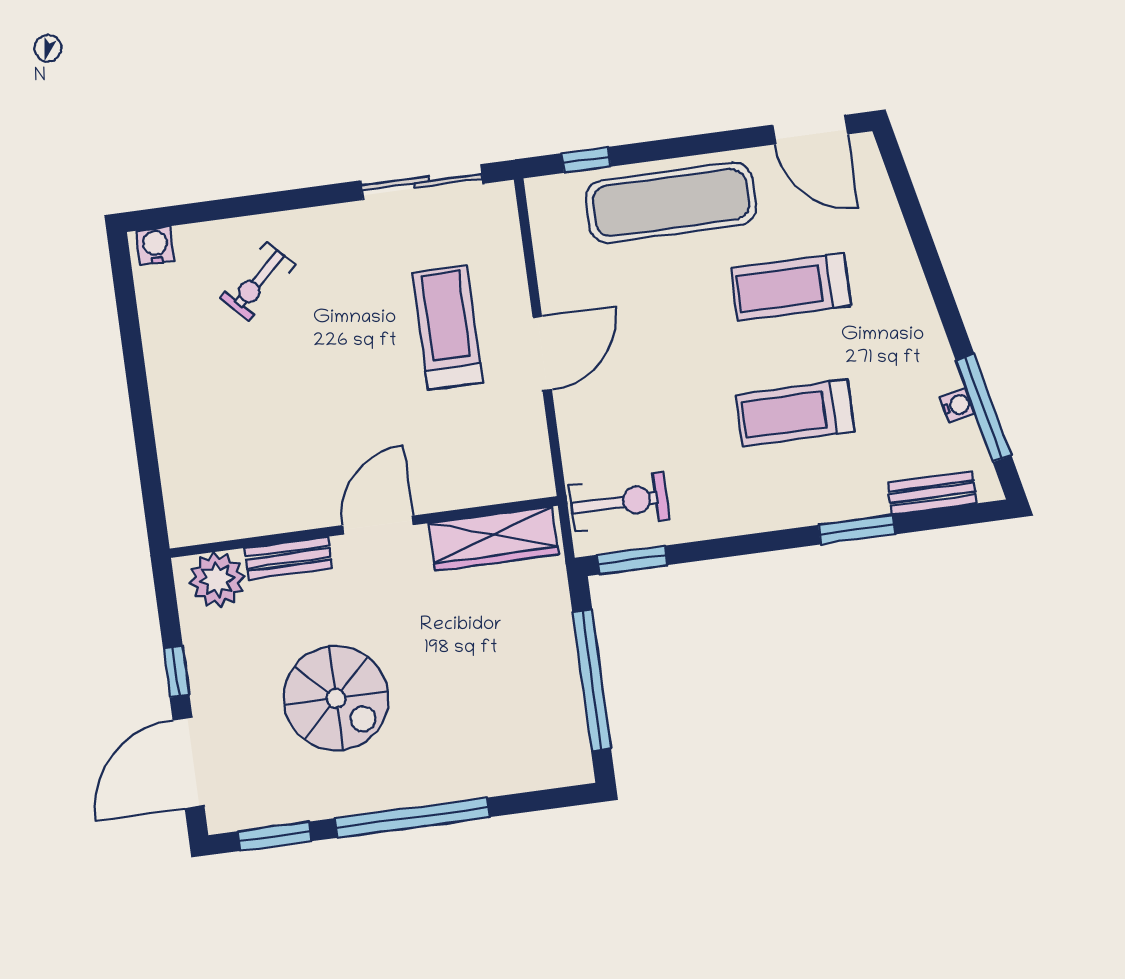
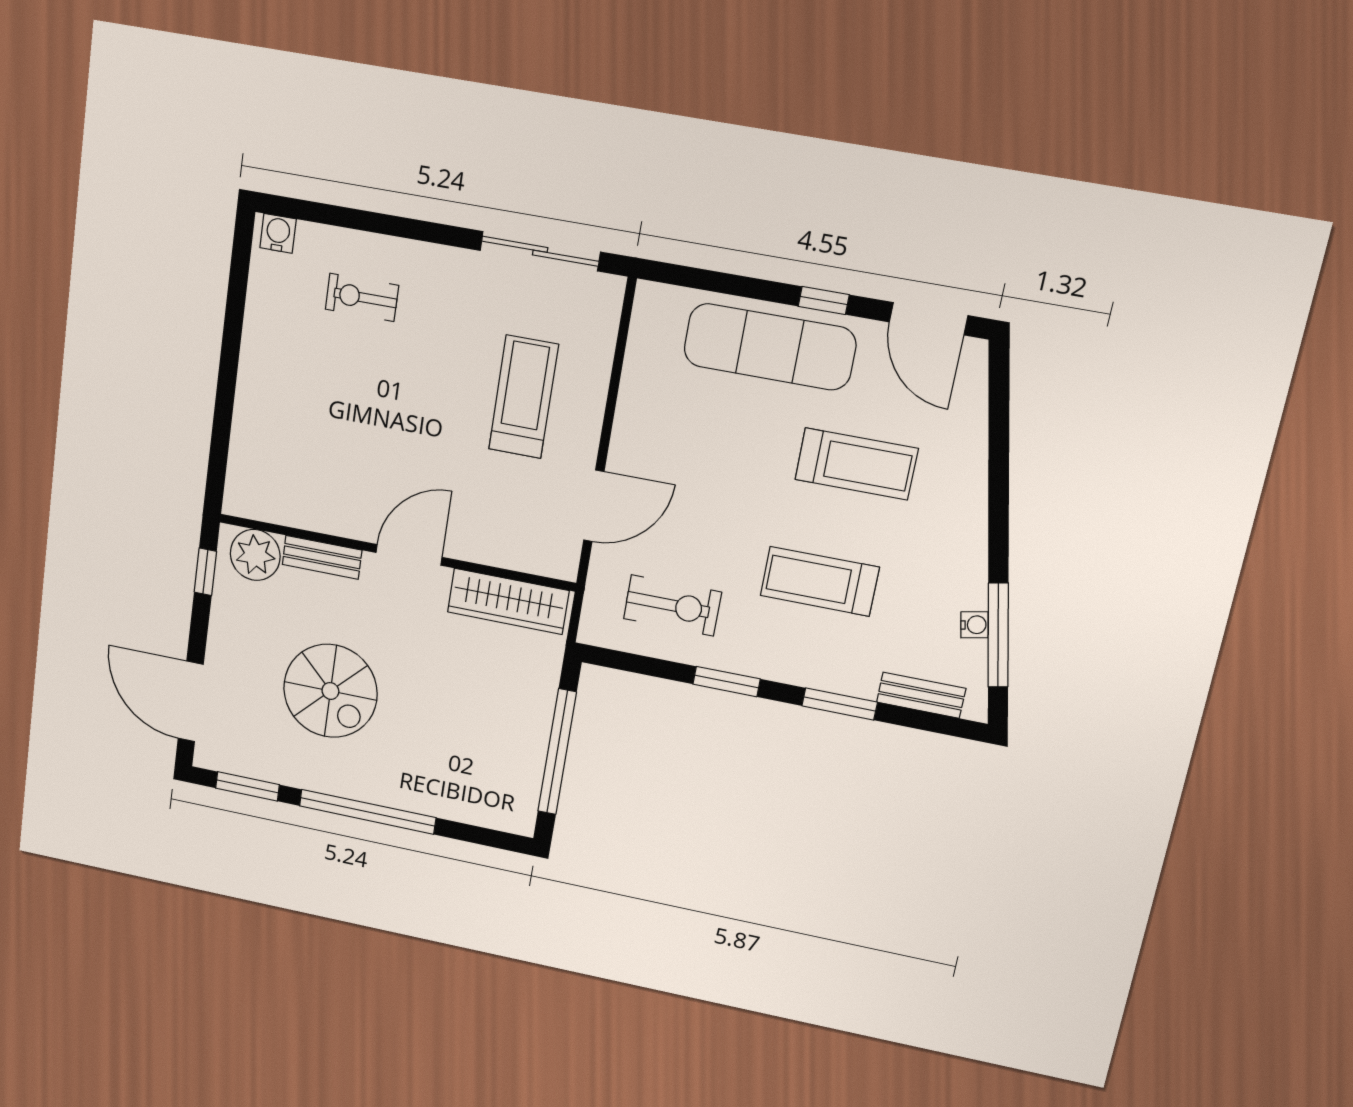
window: (586, 160) -> (824, 300), moved
exercise bike: (257, 282) -> (362, 297), turned 43
treadmill: (791, 287) -> (856, 464), turned 180
door: (542, 354) -> (594, 506), moved
exercise bike: (619, 502) -> (672, 605), moved
window: (632, 560) -> (727, 682), moved
window: (176, 672) -> (205, 572), moved
door: (189, 763) -> (191, 701), hinge flipped

